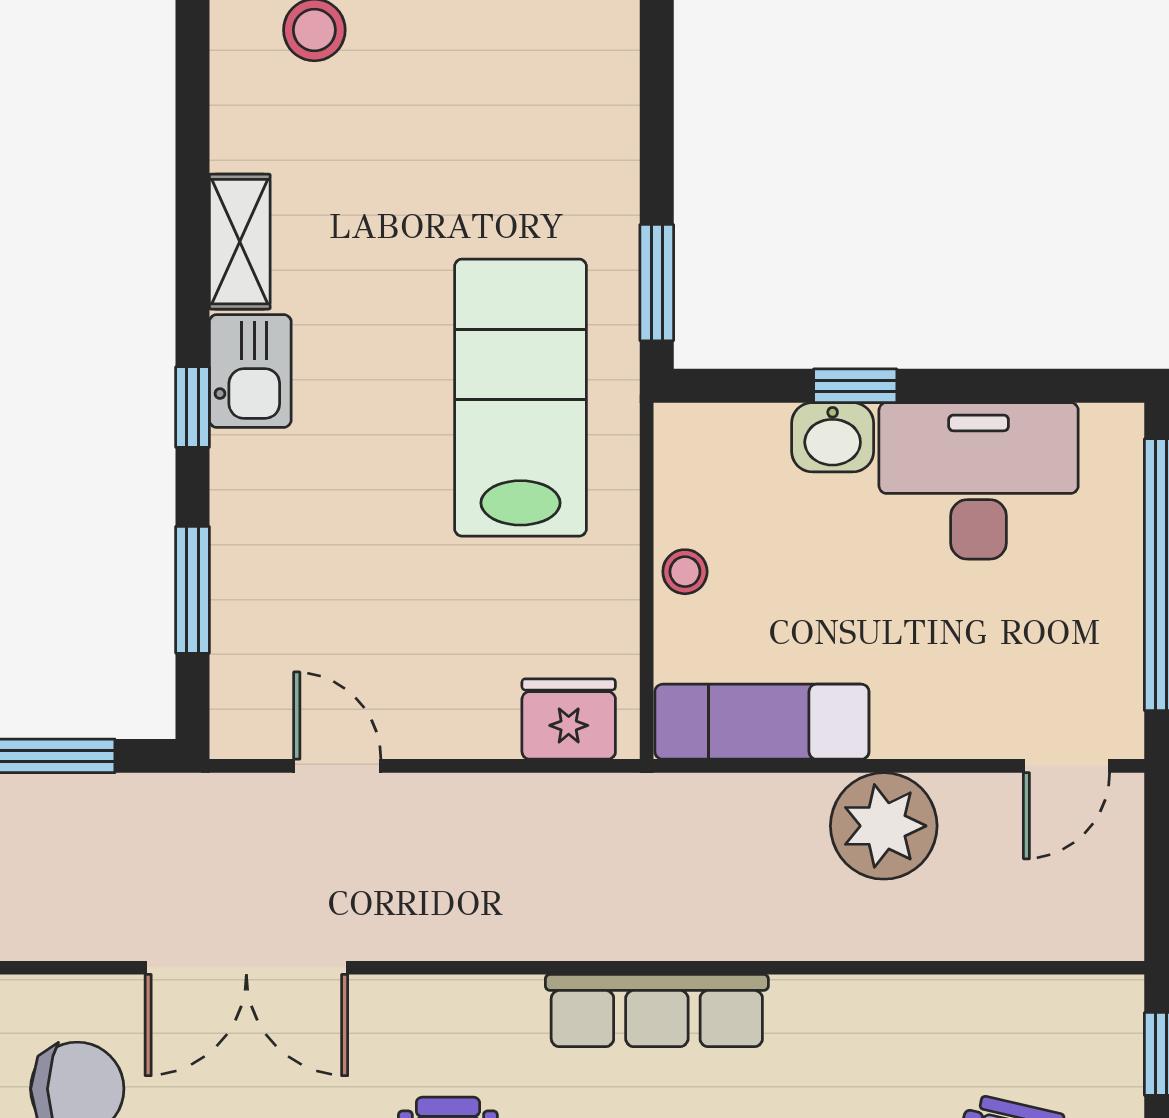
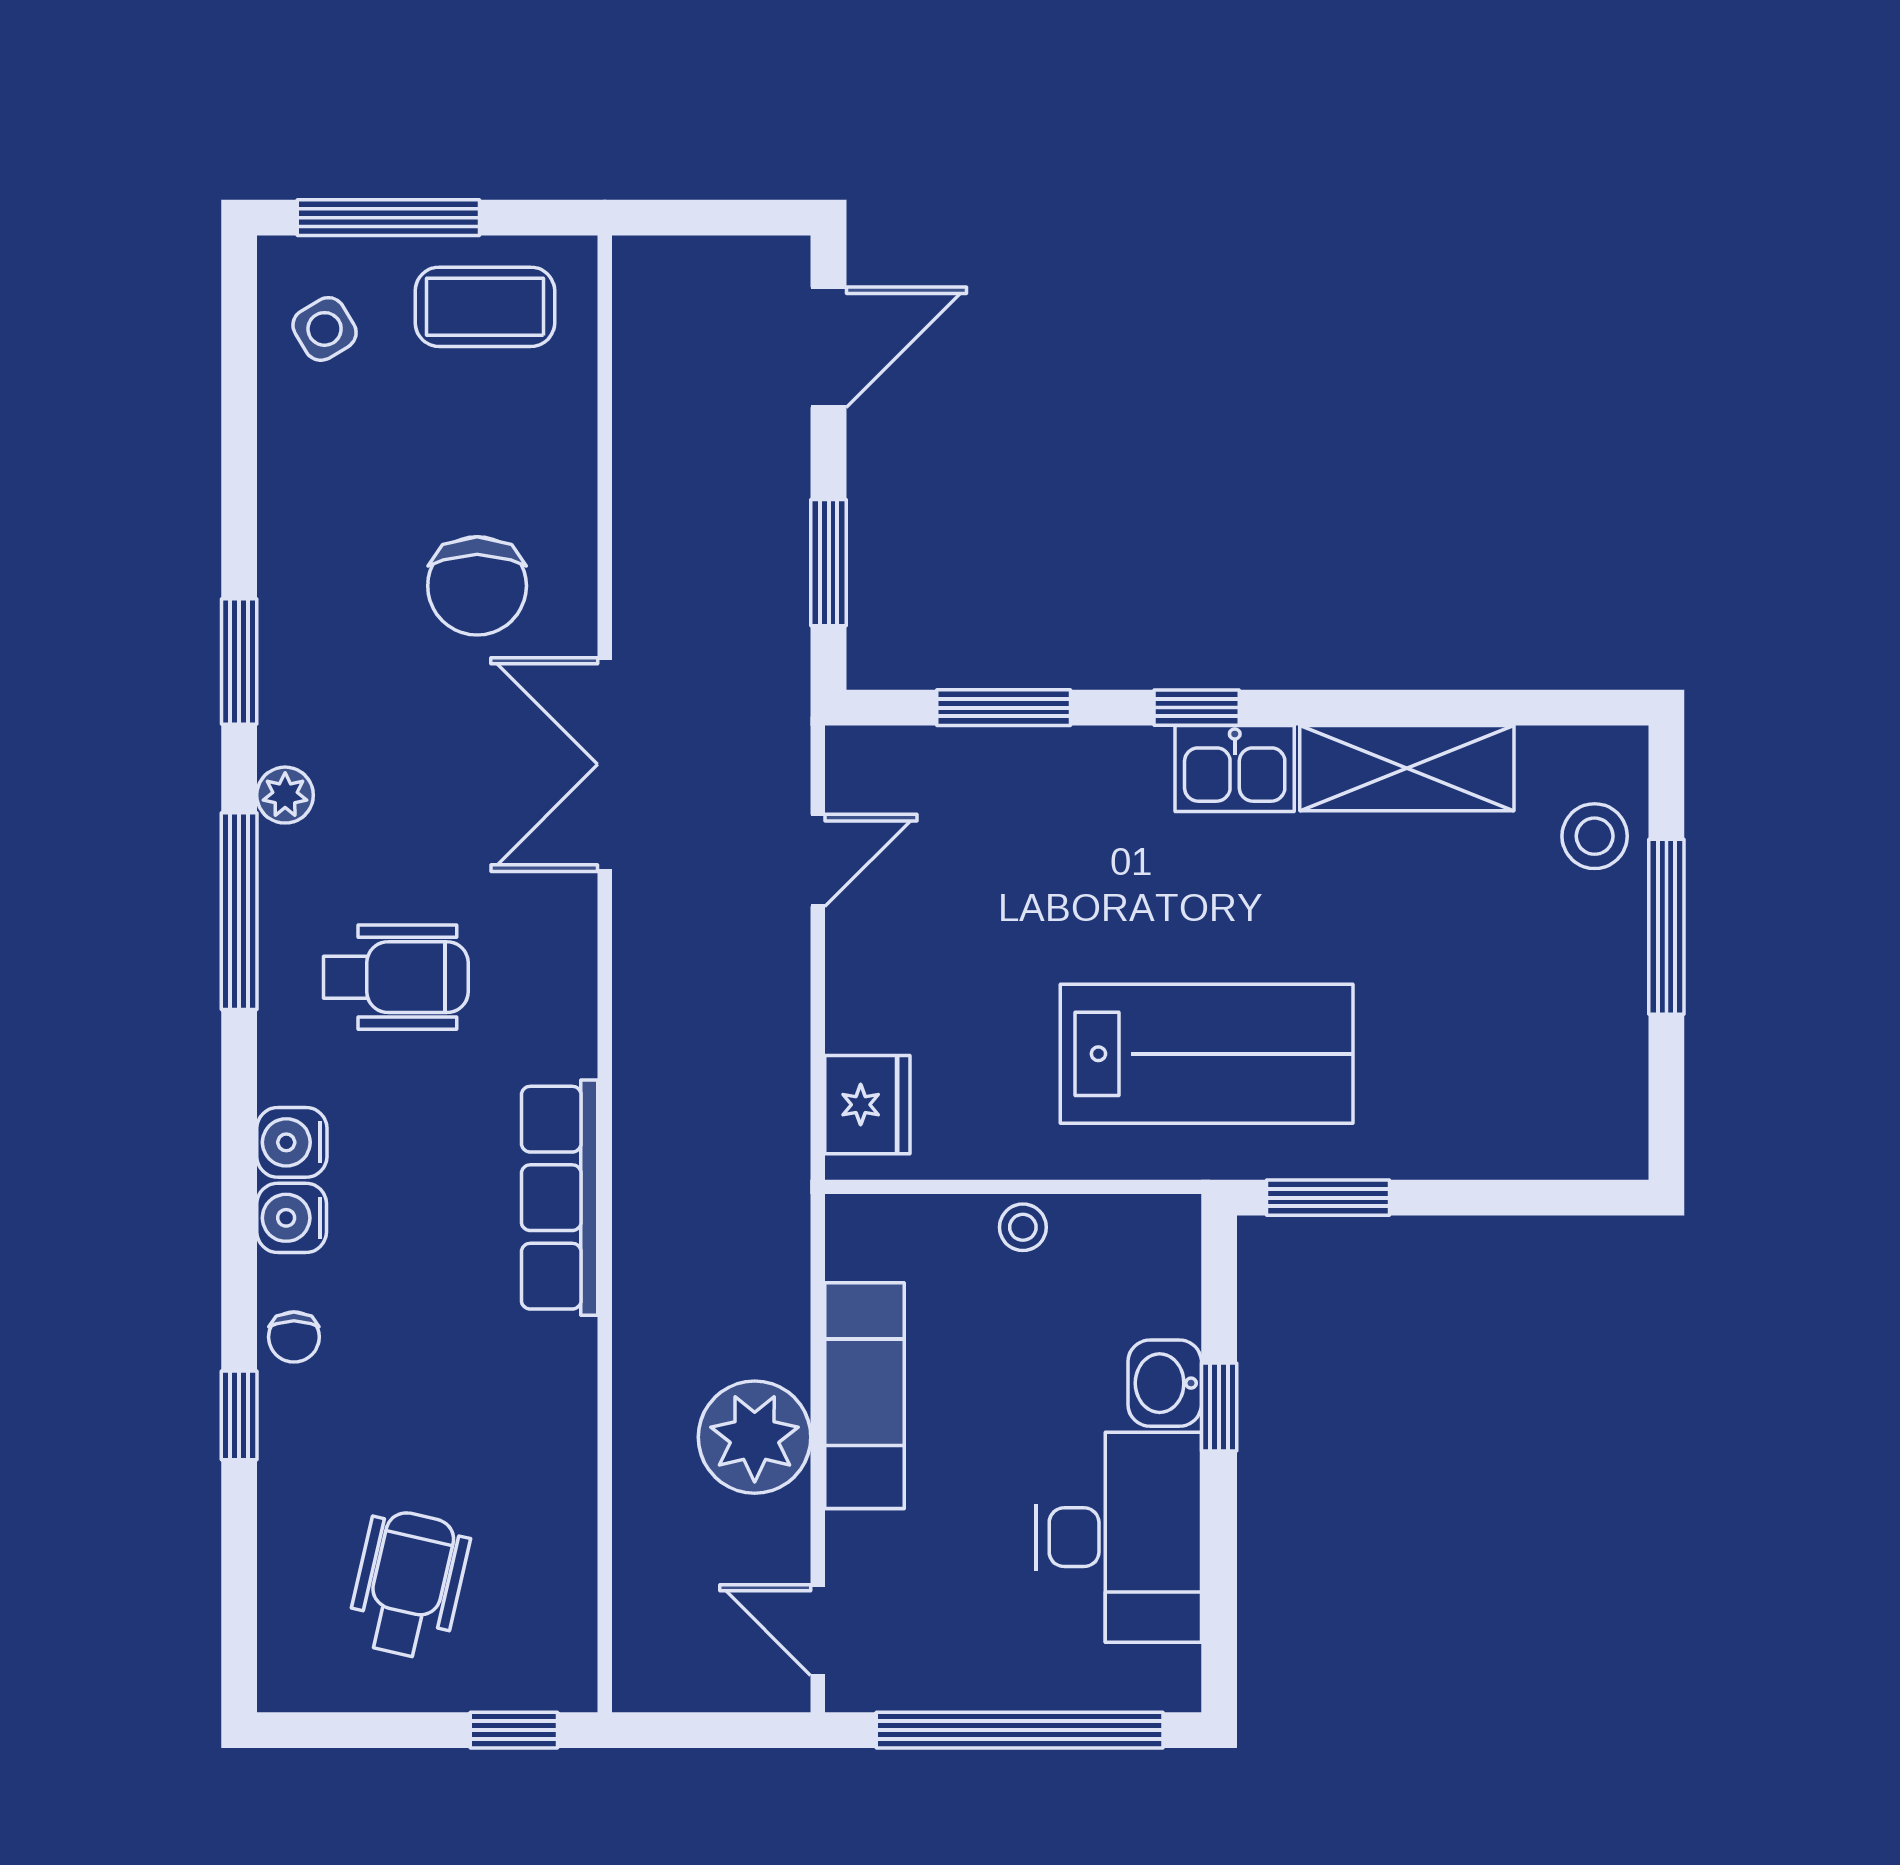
shelving: (240, 242) -> (1407, 768), width x1.50, depth x1.33
exam couch: (762, 722) -> (865, 1396), moved

